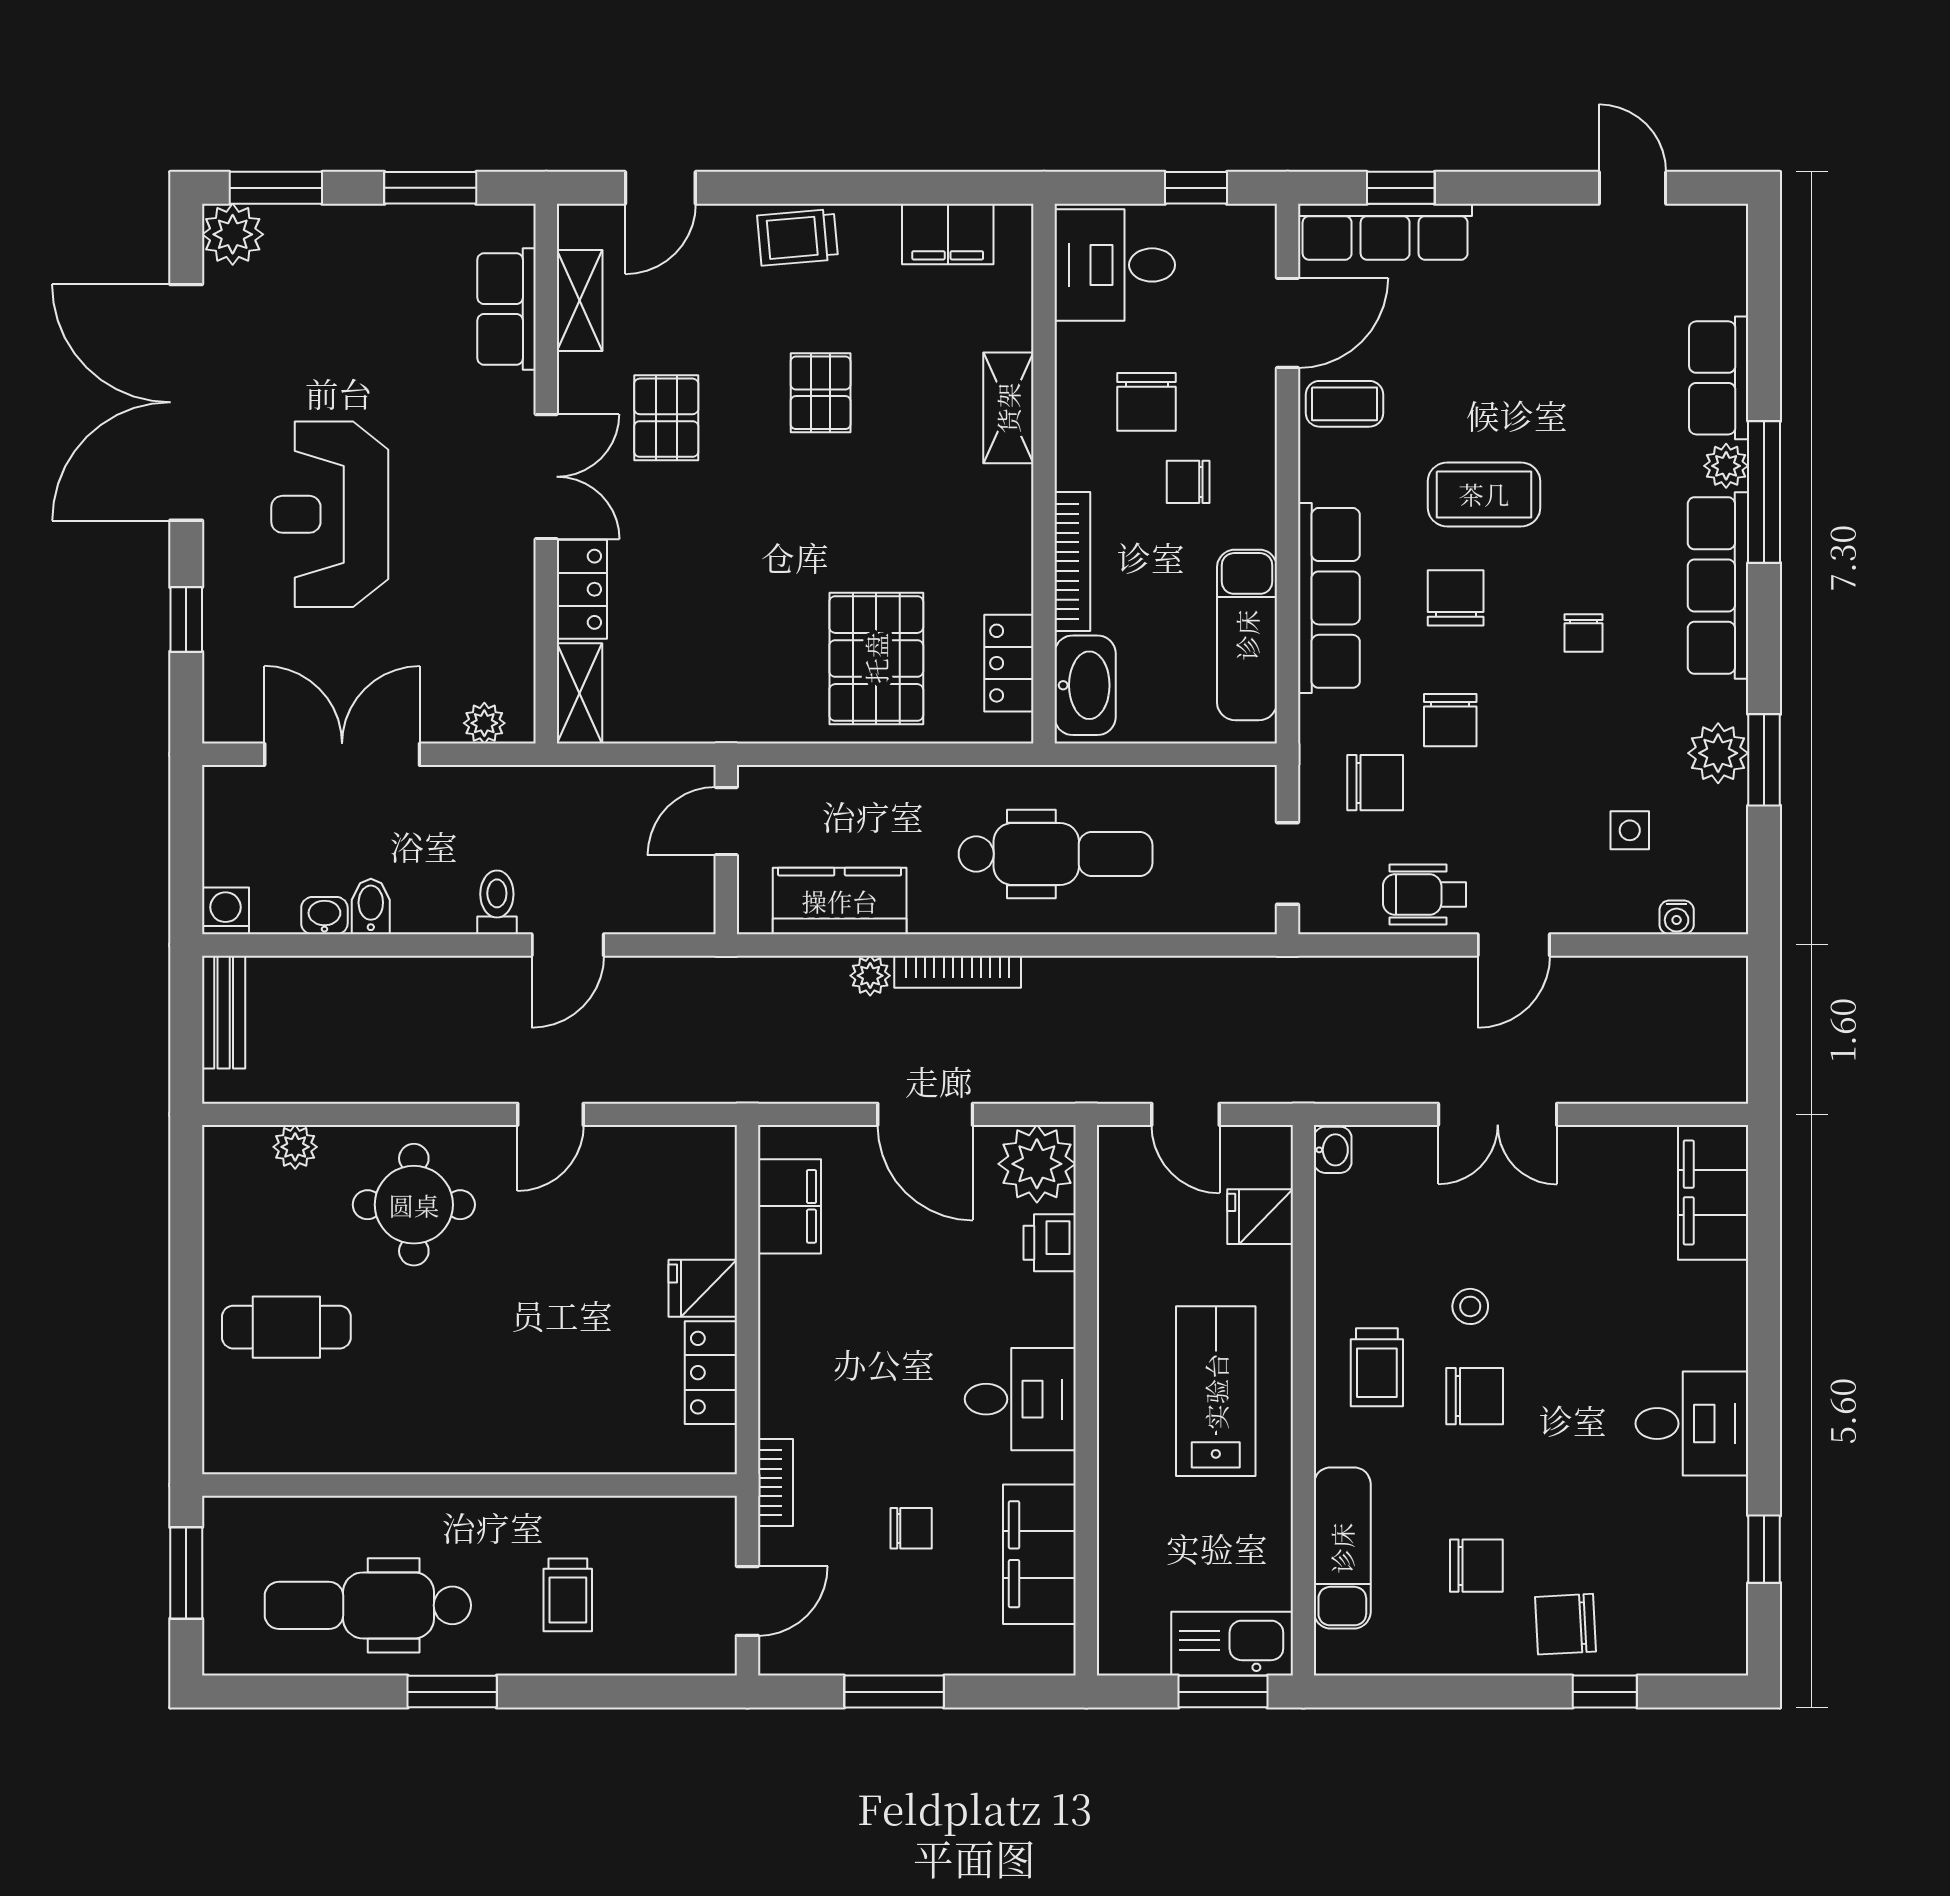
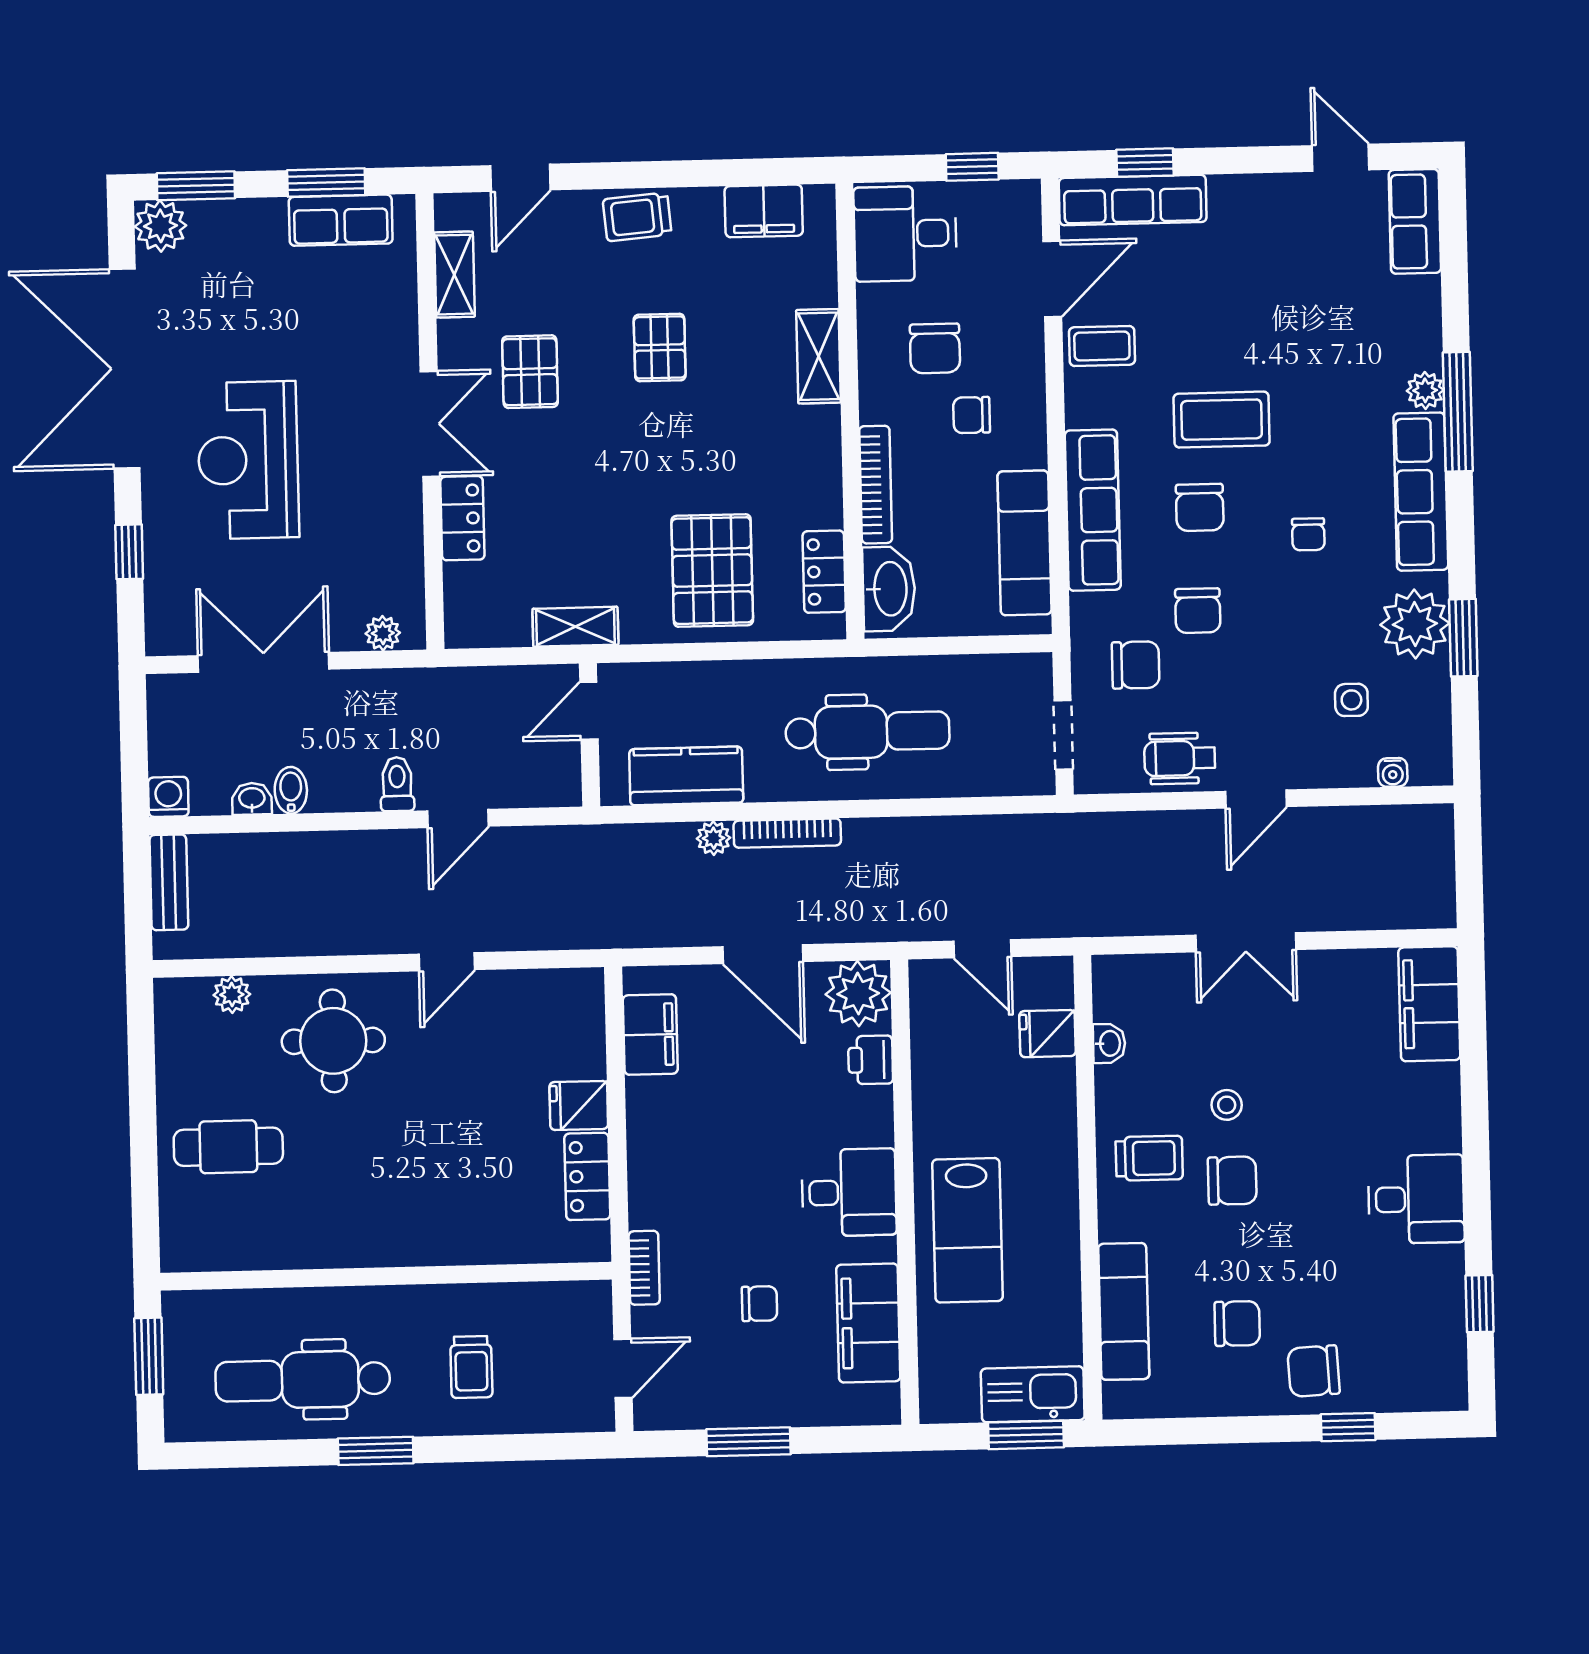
row of seats: (507, 309) -> (341, 220), moved, turned -90
row of seats: (1719, 378) -> (1415, 221), moved
chair: (1456, 598) -> (1200, 507), turned 180
shelving: (579, 693) -> (575, 627), moved, turned 90
plant: (1718, 753) -> (1415, 624), width x1.36, depth x1.36
washbasin: (1333, 1150) -> (1109, 1043), moved
trolley: (1377, 1367) -> (1149, 1158), turned -90
lab bench: (1216, 1391) -> (967, 1230), moved, turned 180

